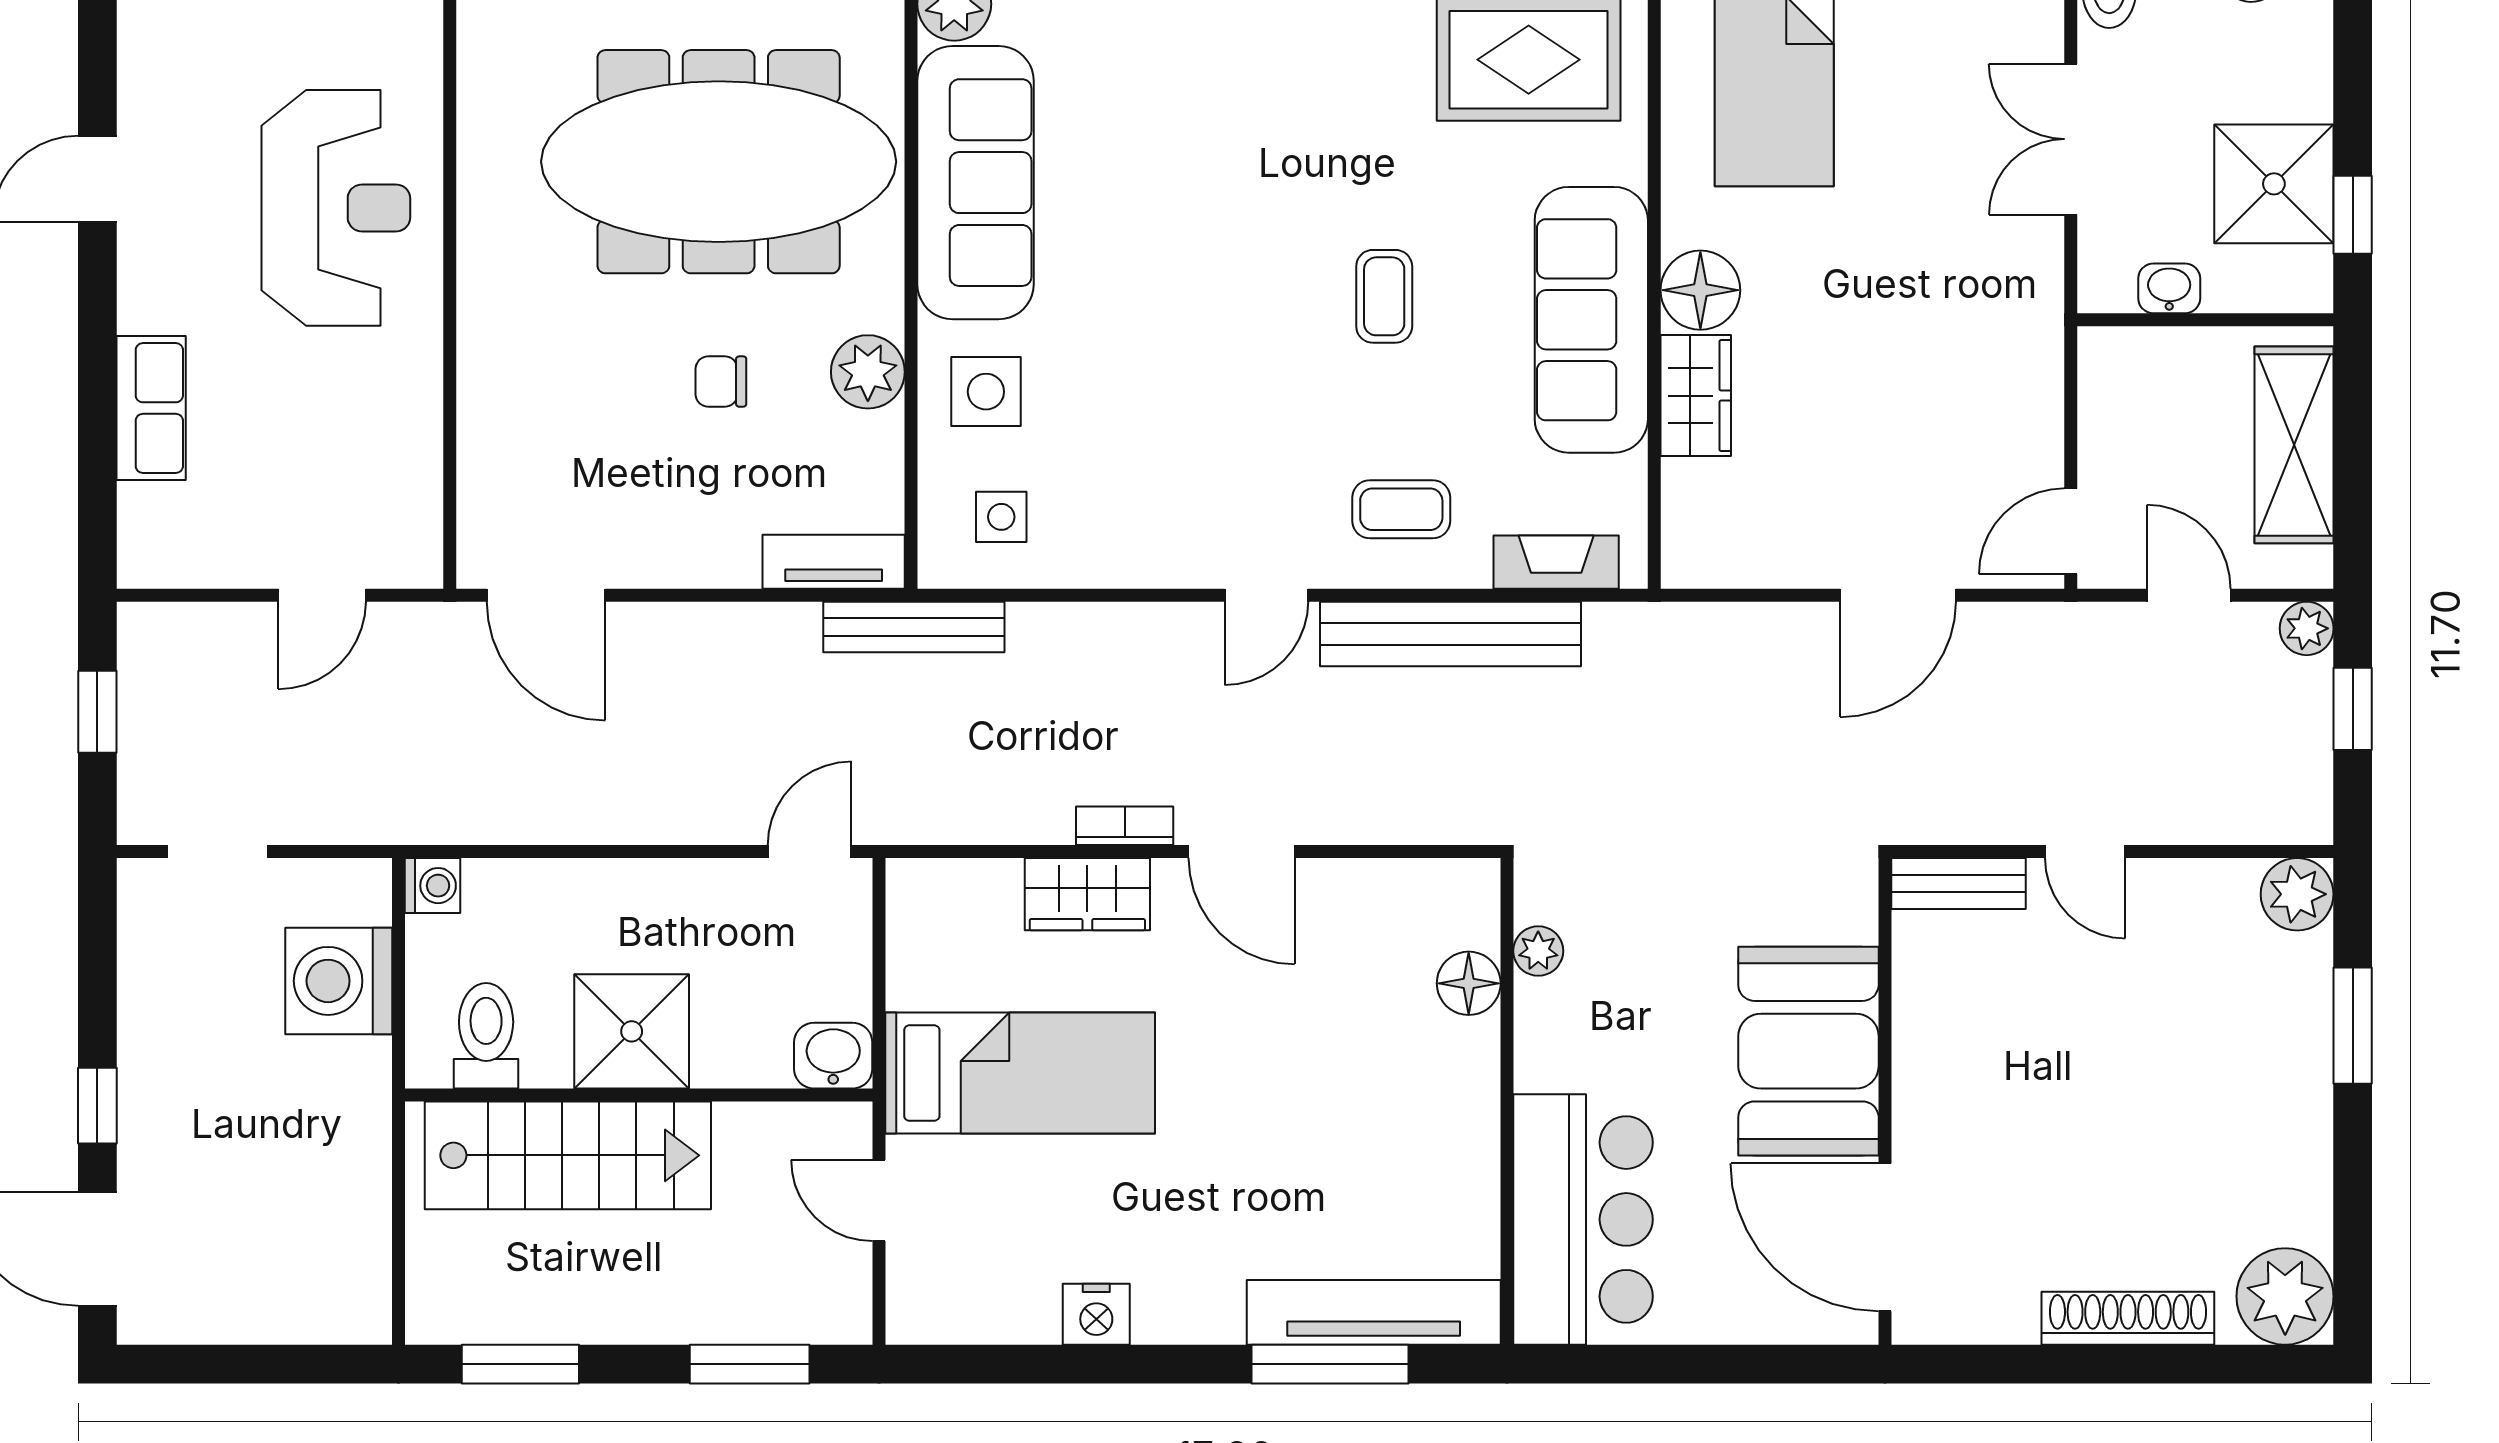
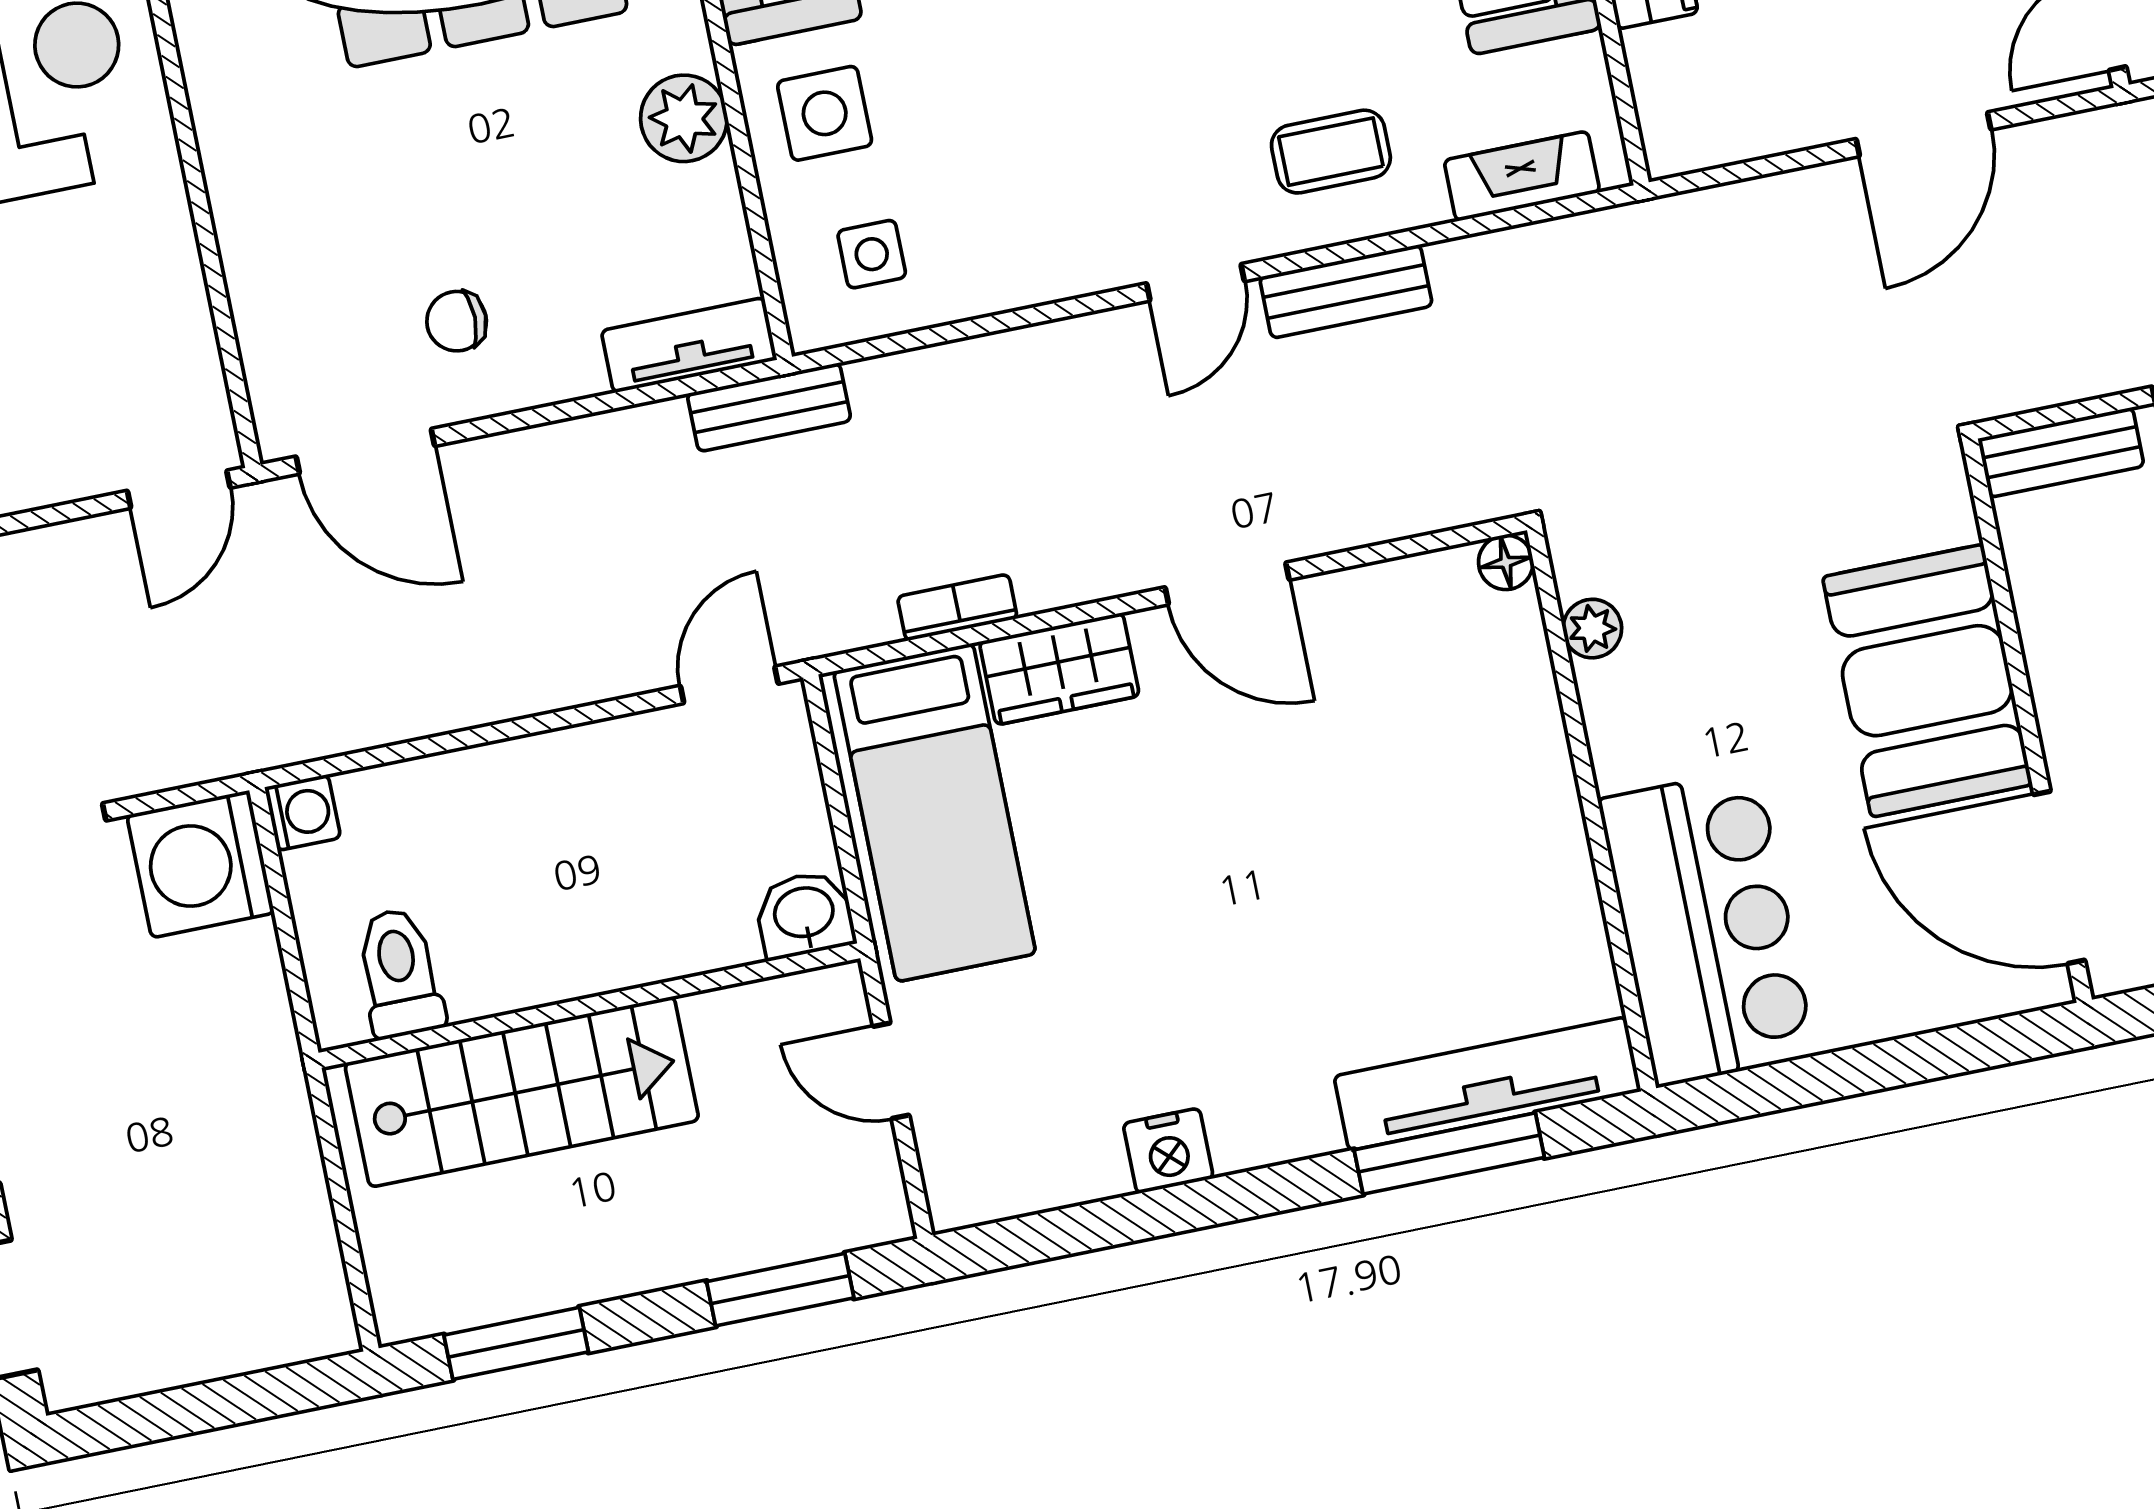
chair: (721, 382) -> (457, 321), moved
door: (322, 595) -> (179, 489), moved
bench: (914, 627) -> (769, 407), width x0.73
bench: (1450, 634) -> (1346, 291), width x0.54, depth x0.82
bookcase: (1125, 826) -> (957, 607), moved
washing machine: (339, 981) -> (201, 864), moved
floor lamp: (1469, 983) -> (1506, 562), moved, width x0.73, depth x0.73
shower: (632, 1031) -> (566, 934), removed
bed: (1020, 1073) -> (935, 812), moved, turned 90

